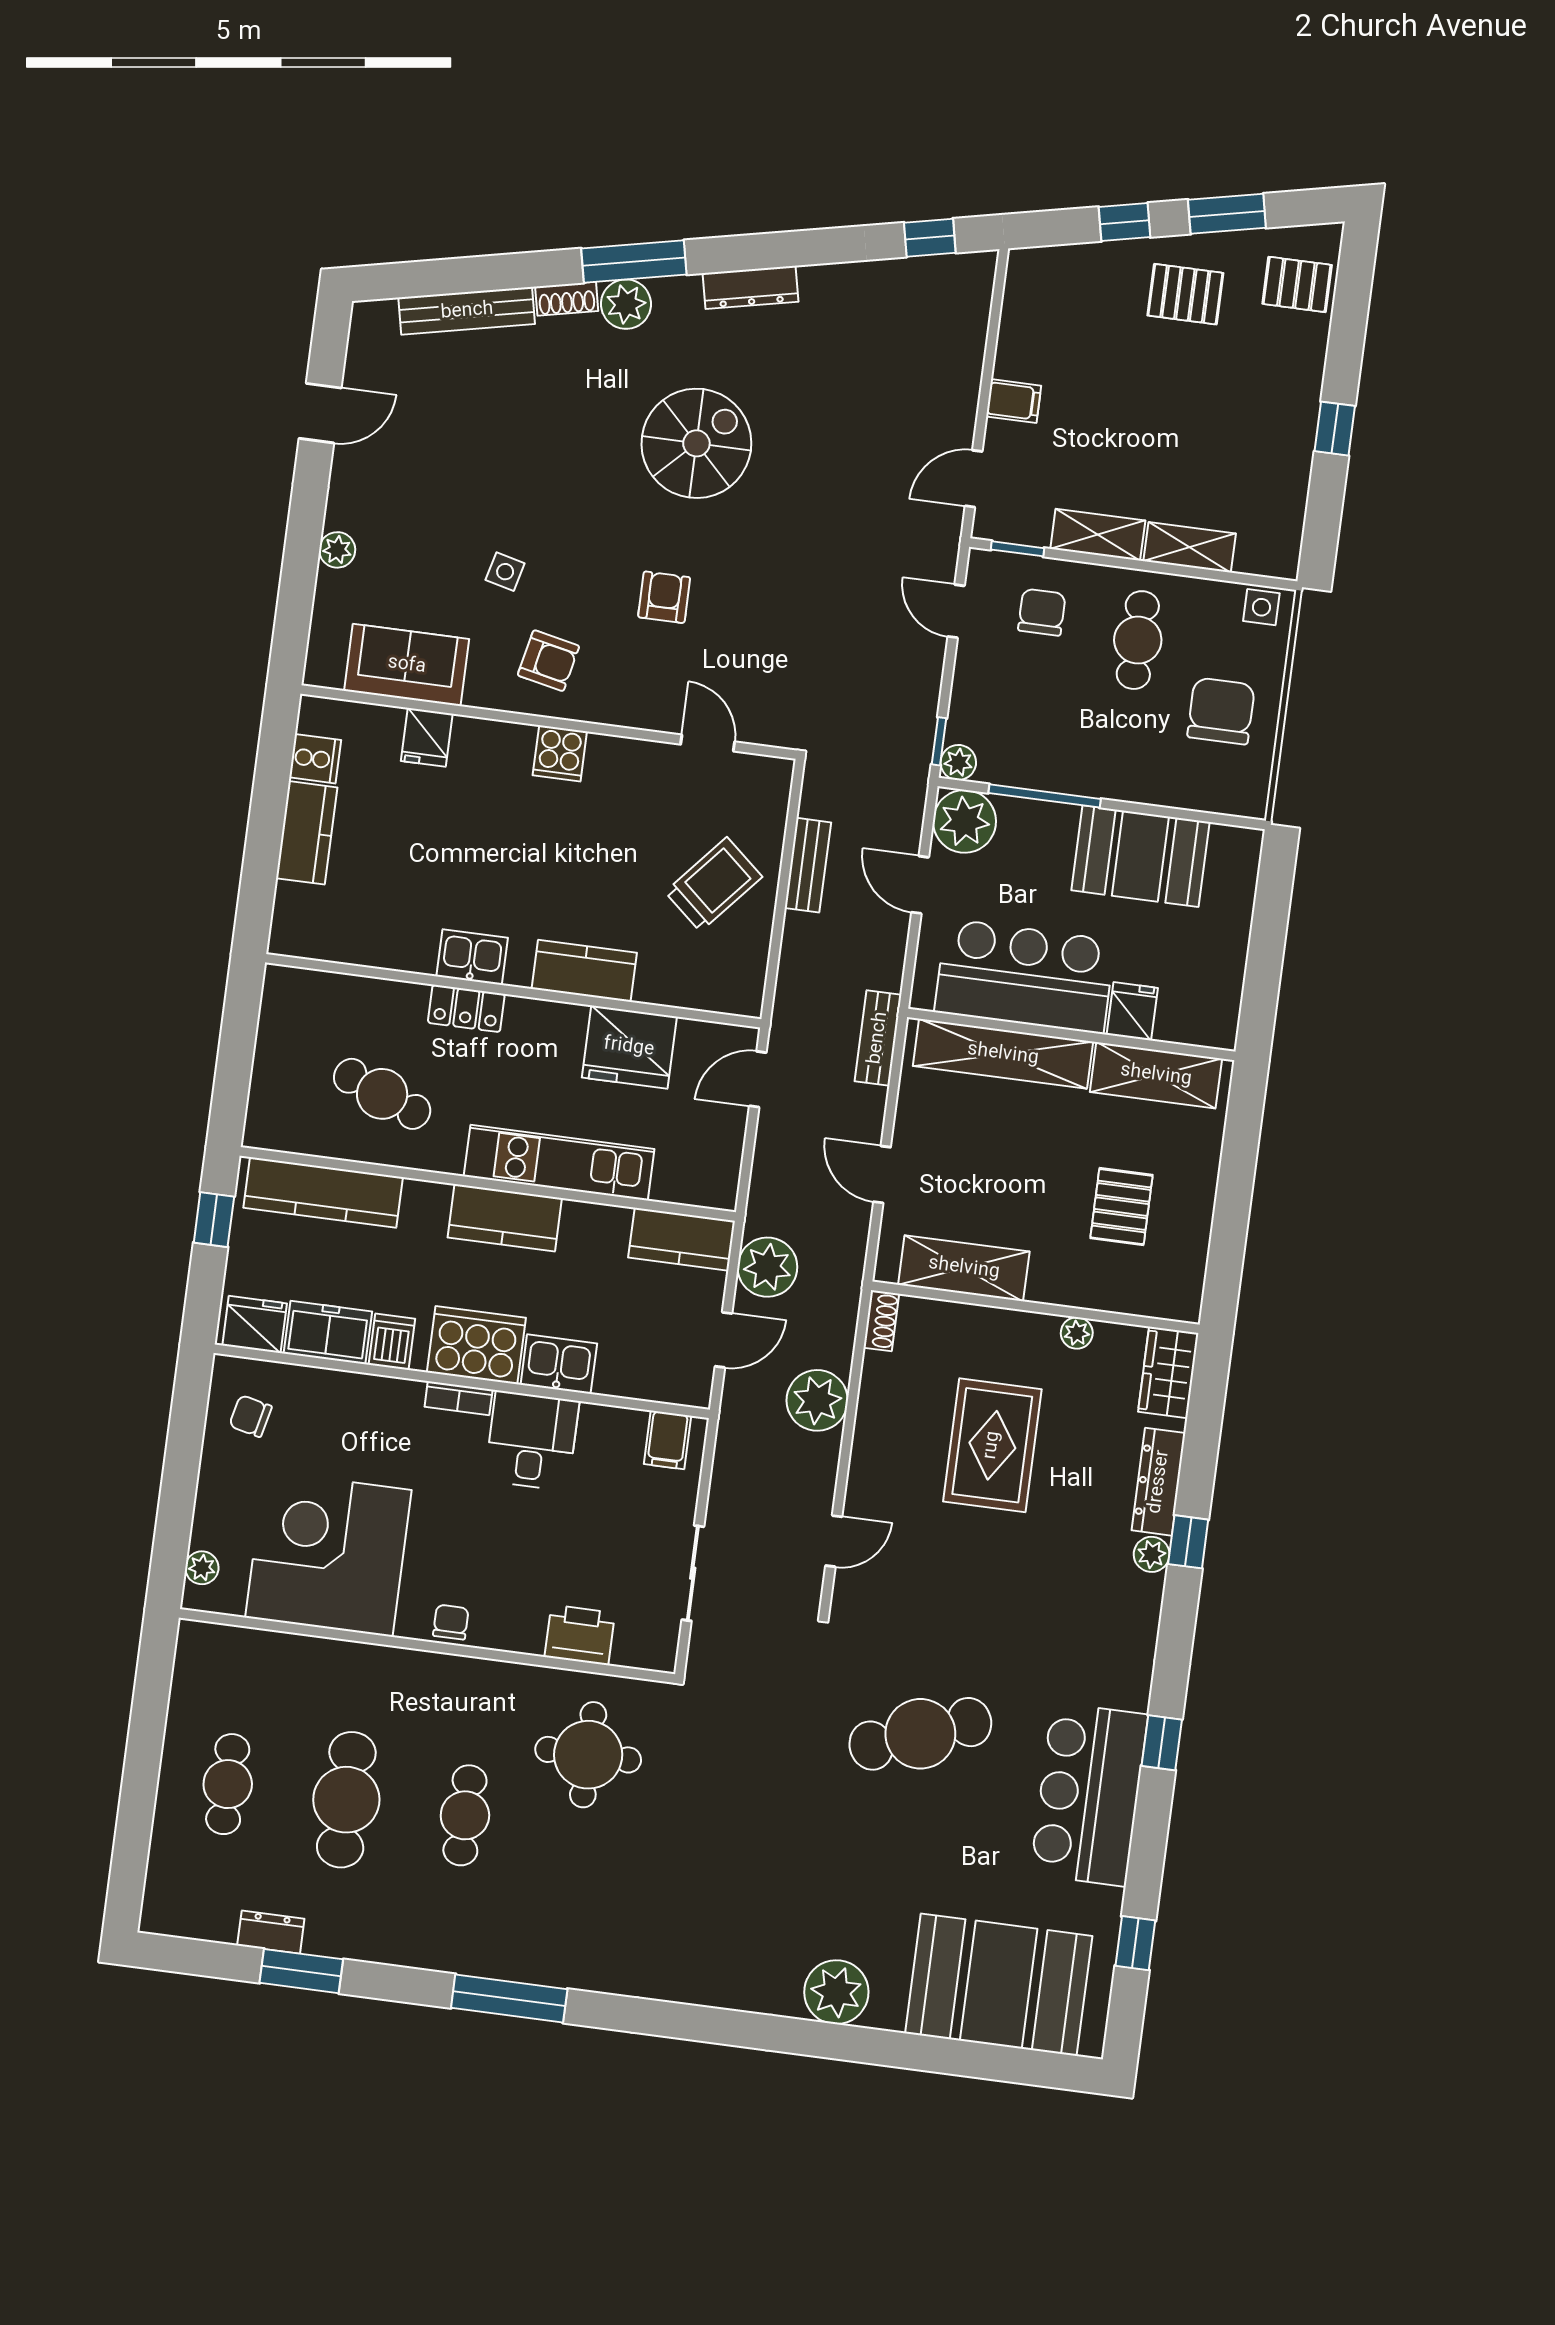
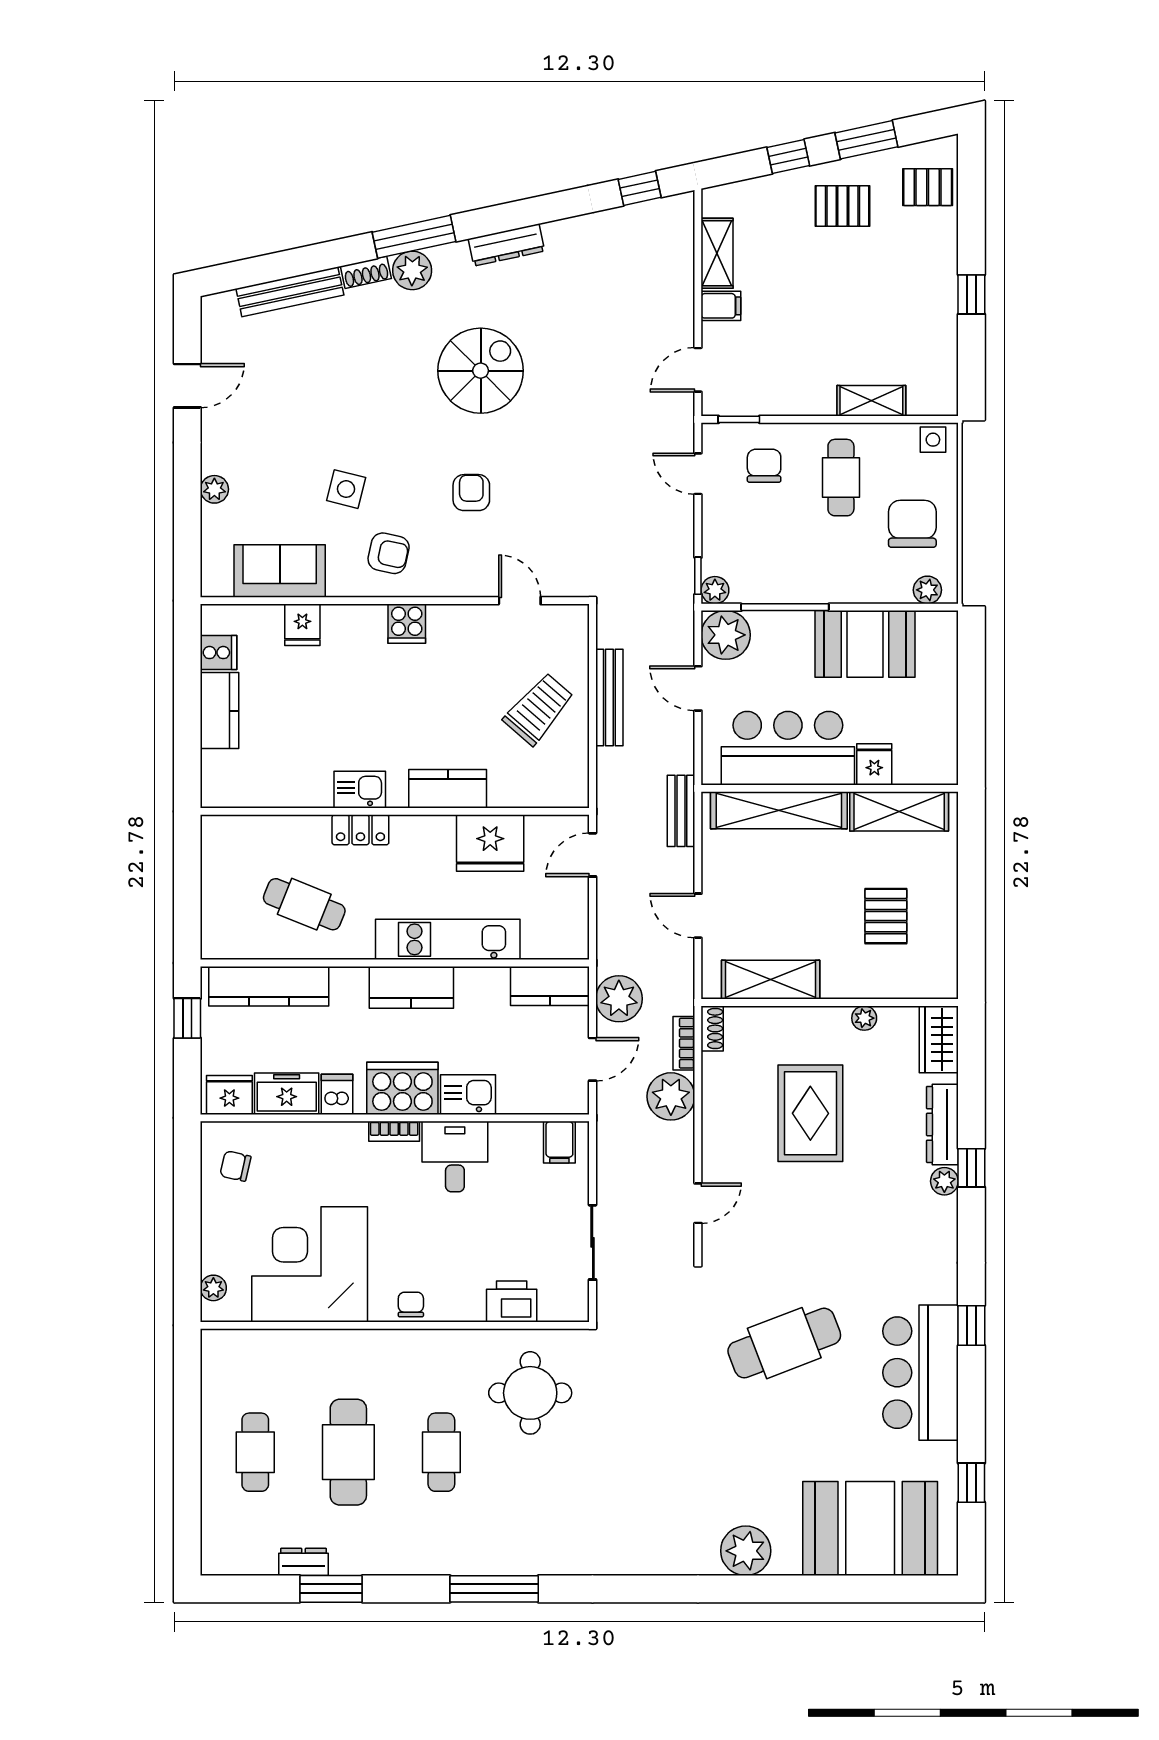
shelving: (1098, 535) -> (717, 253), moved, turned 90
side table: (505, 572) -> (346, 489), width x1.37, depth x1.37
plant: (1229, 798) -> (927, 590), added
bench: (808, 865) -> (609, 698), width x1.36
bookcase: (843, 1335) -> (684, 1043), added

